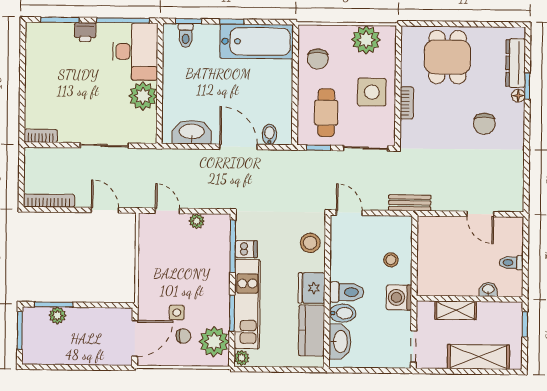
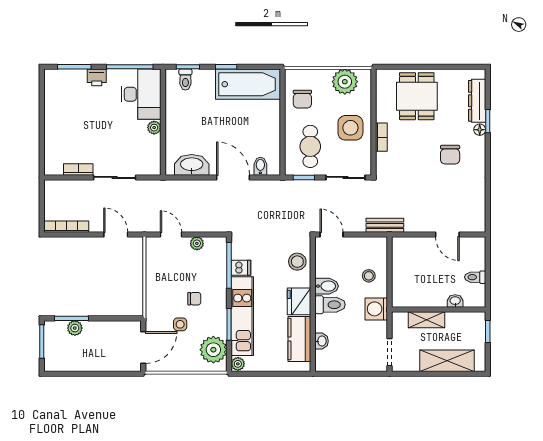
plant: (143, 96) -> (154, 128), width x0.53, depth x0.53
bookcase: (41, 136) -> (78, 169), moved
bidet: (343, 313) -> (327, 286), moved
chair: (183, 336) -> (194, 299), moved
washbasin: (340, 342) -> (322, 341), width x0.52, depth x0.69

